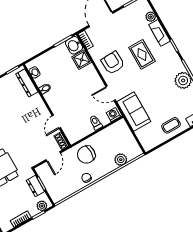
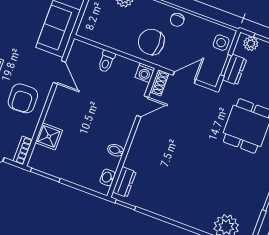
washbasin: (74, 45) -> (40, 159), removed
dresser: (27, 83) -> (124, 182), width x0.70
washing machine: (113, 115) -> (145, 73), moved
chair: (86, 155) -> (151, 42), turned 180
side table: (55, 191) -> (221, 43), added

